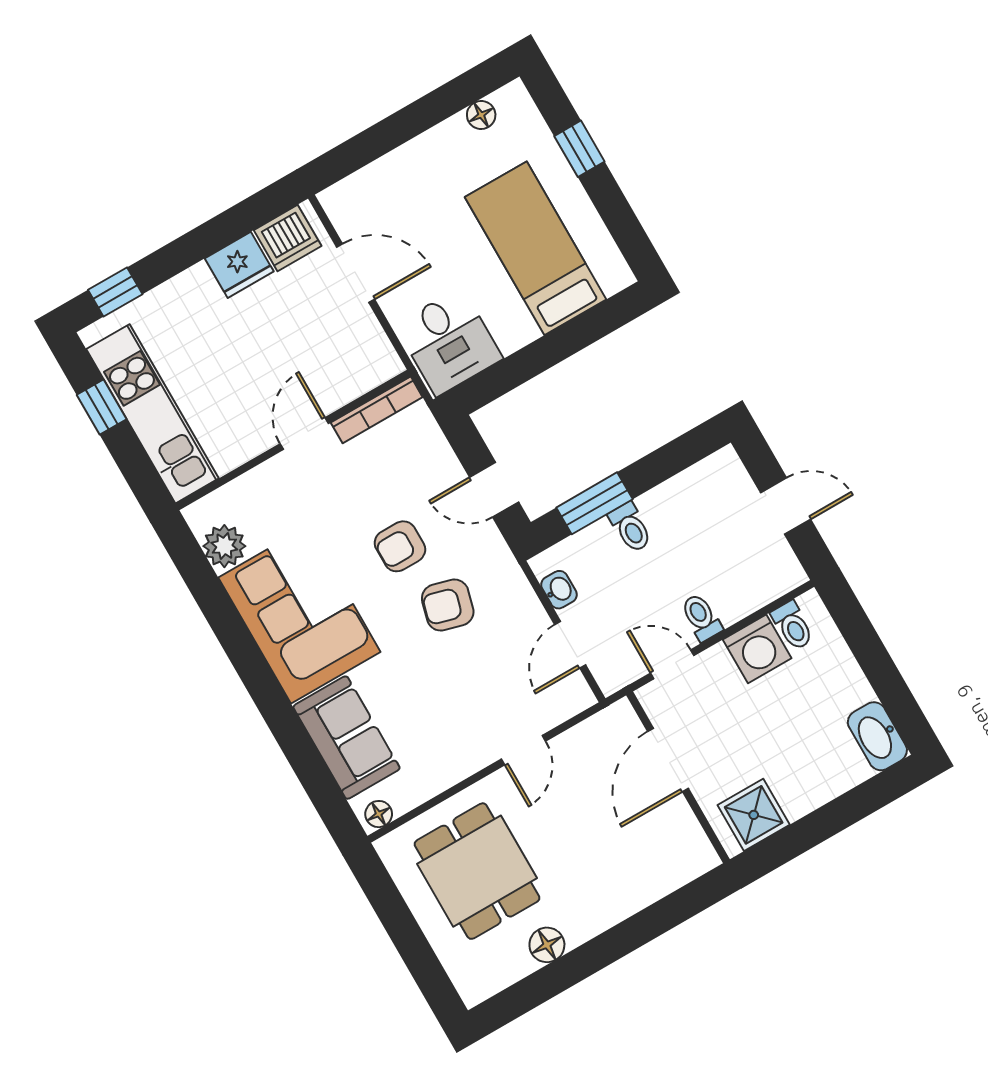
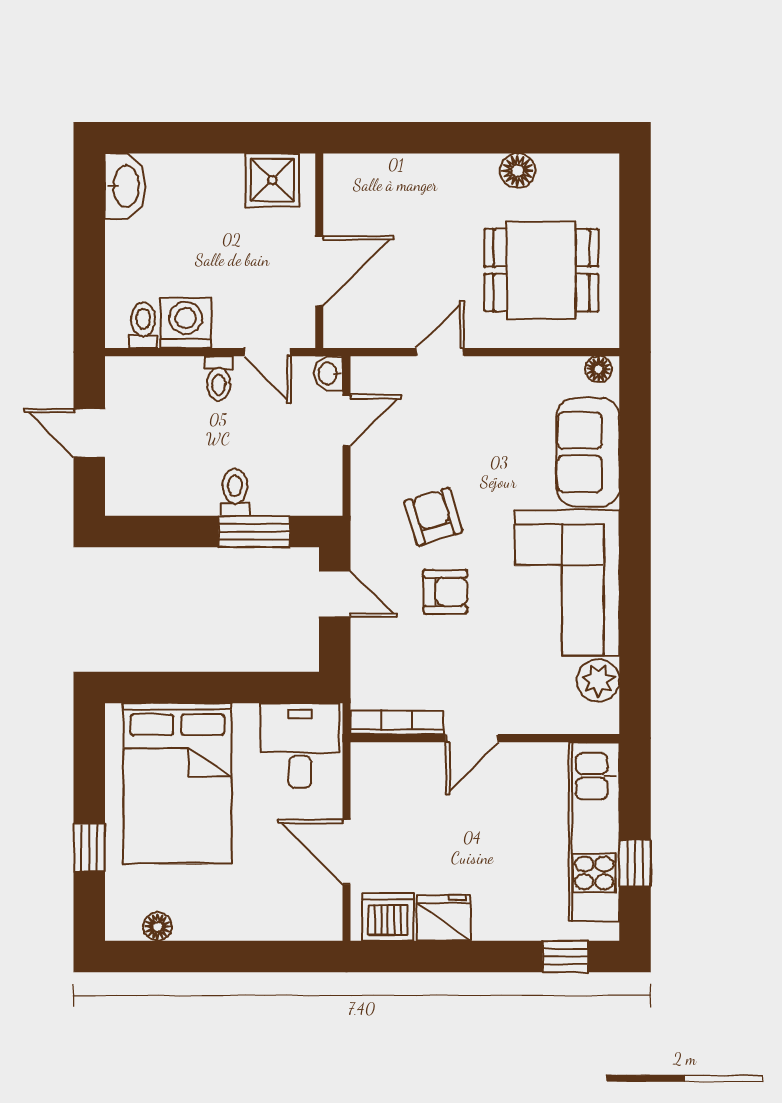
bed: (536, 248) -> (177, 783), width x1.50
washbasin: (559, 590) -> (329, 373), moved
armchair: (448, 605) -> (433, 517), turned -122
dining table: (477, 871) -> (541, 270), turned 90

